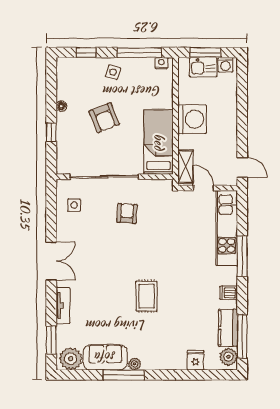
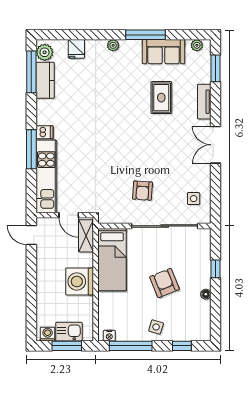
dishwasher: (229, 293) -> (44, 132), moved
rug: (147, 296) -> (161, 98), moved
plant: (71, 359) -> (197, 45), width x0.53, depth x0.53
plant: (135, 364) -> (113, 45), moved

